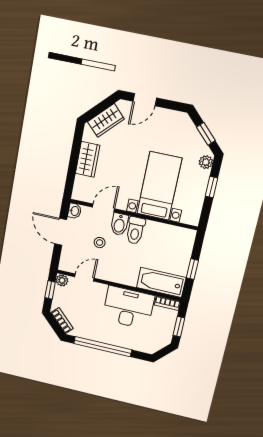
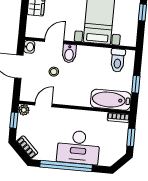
toilet: (135, 231) -> (118, 60), moved
desk: (128, 308) -> (78, 147), moved, turned 180

